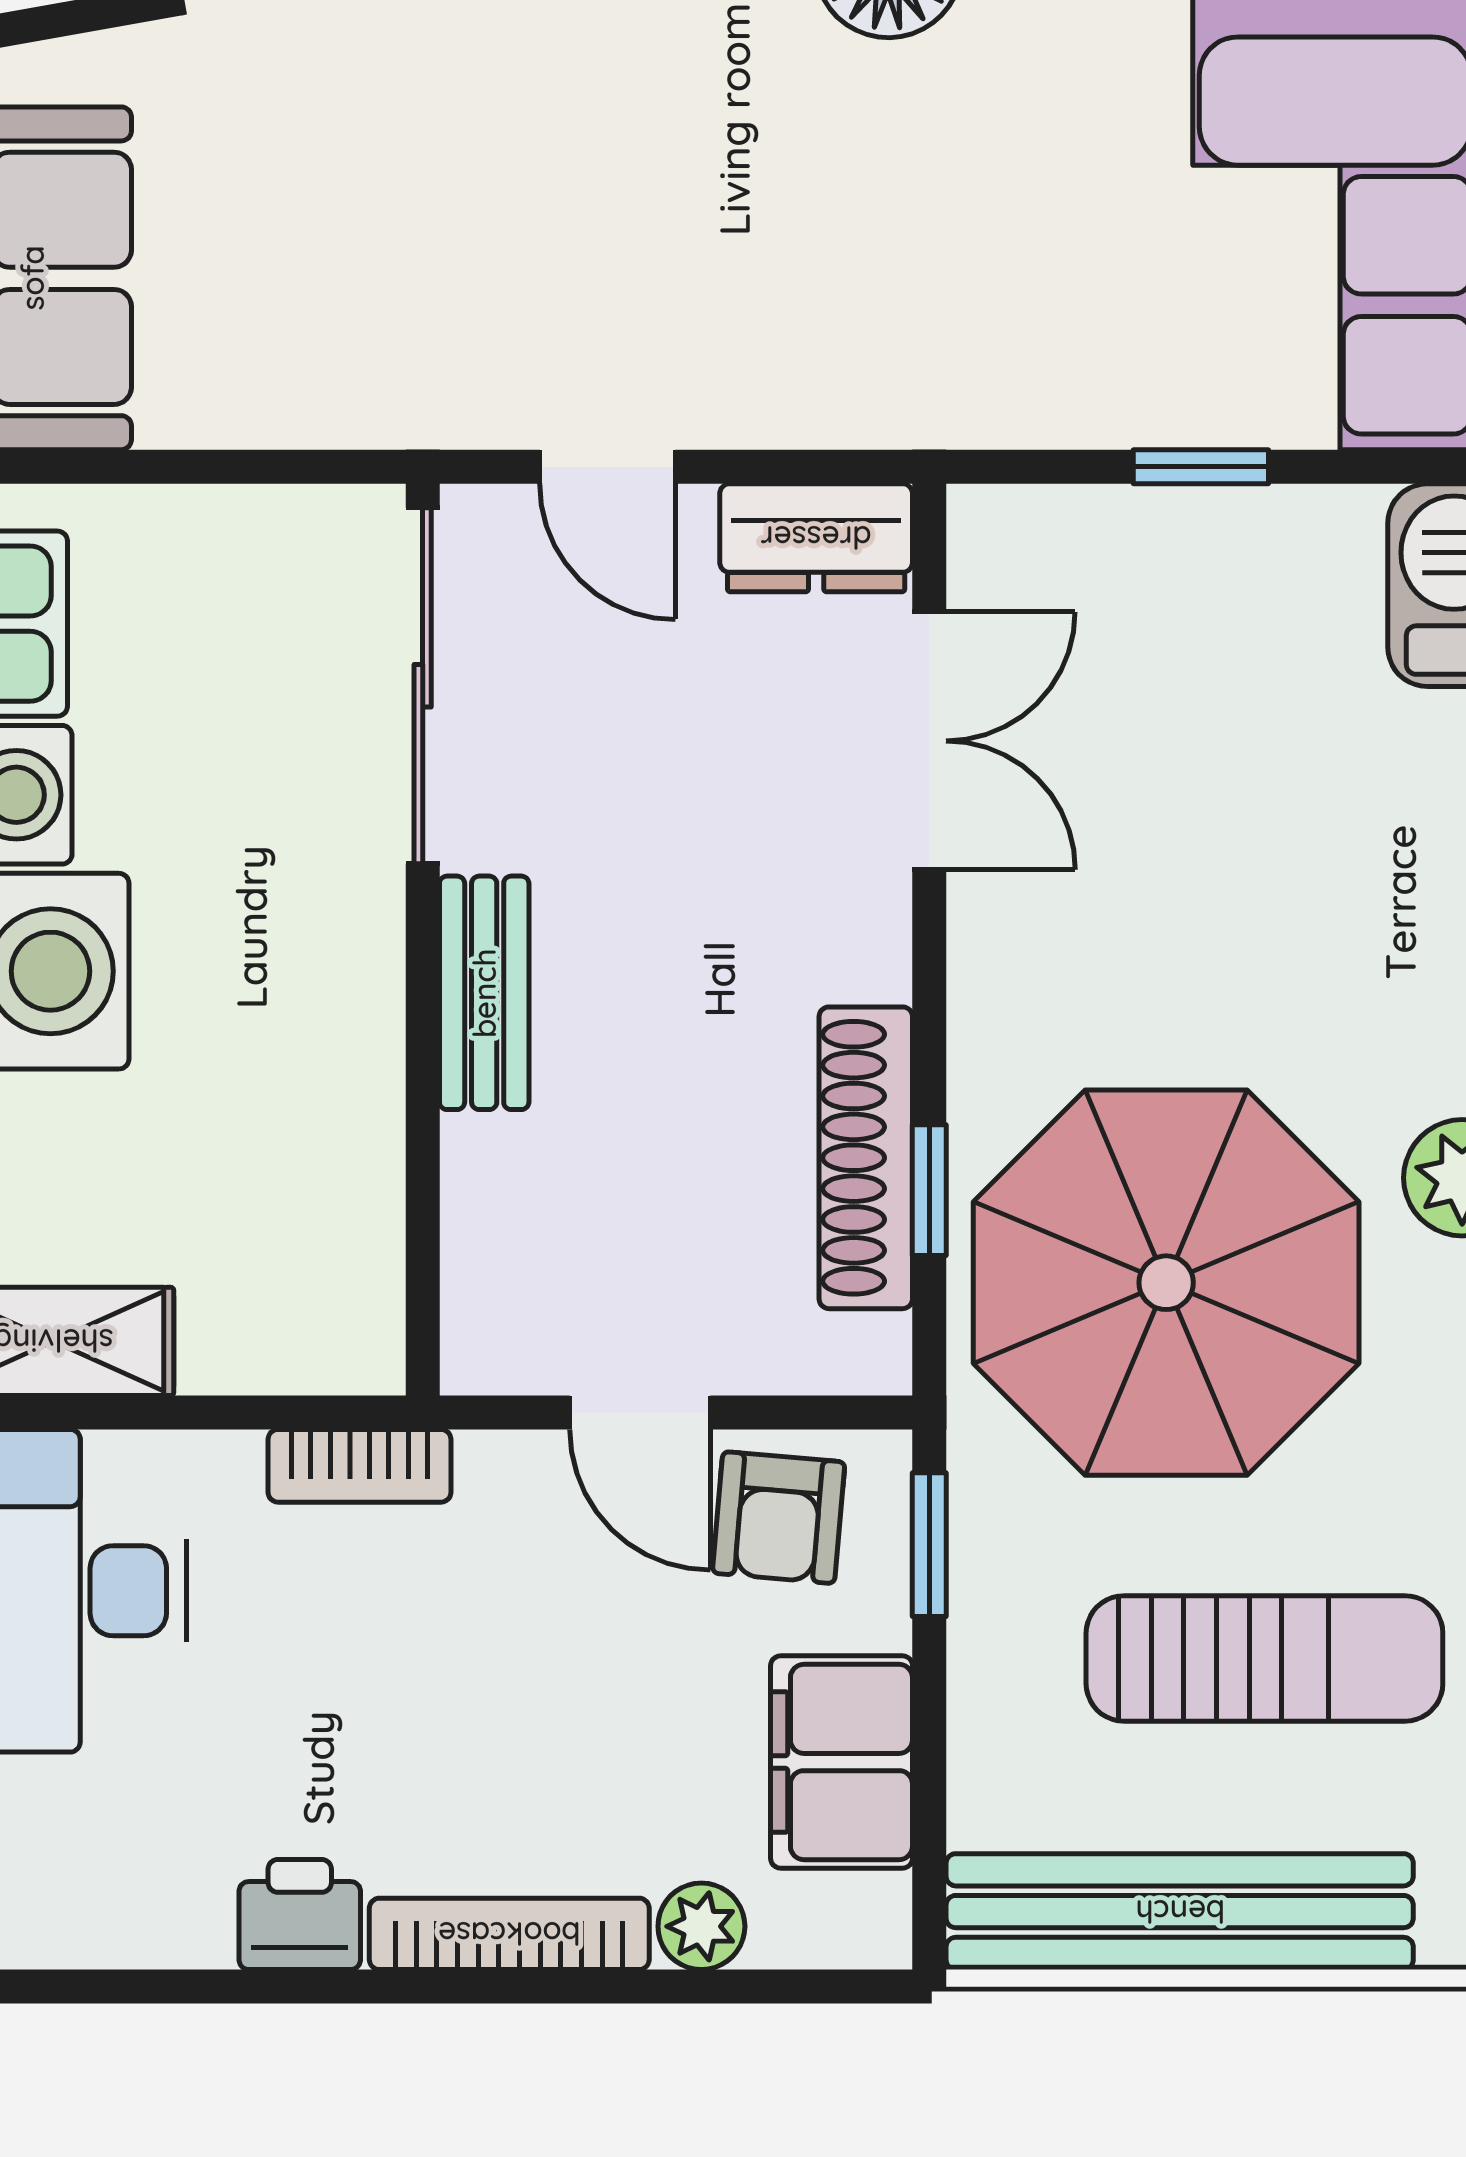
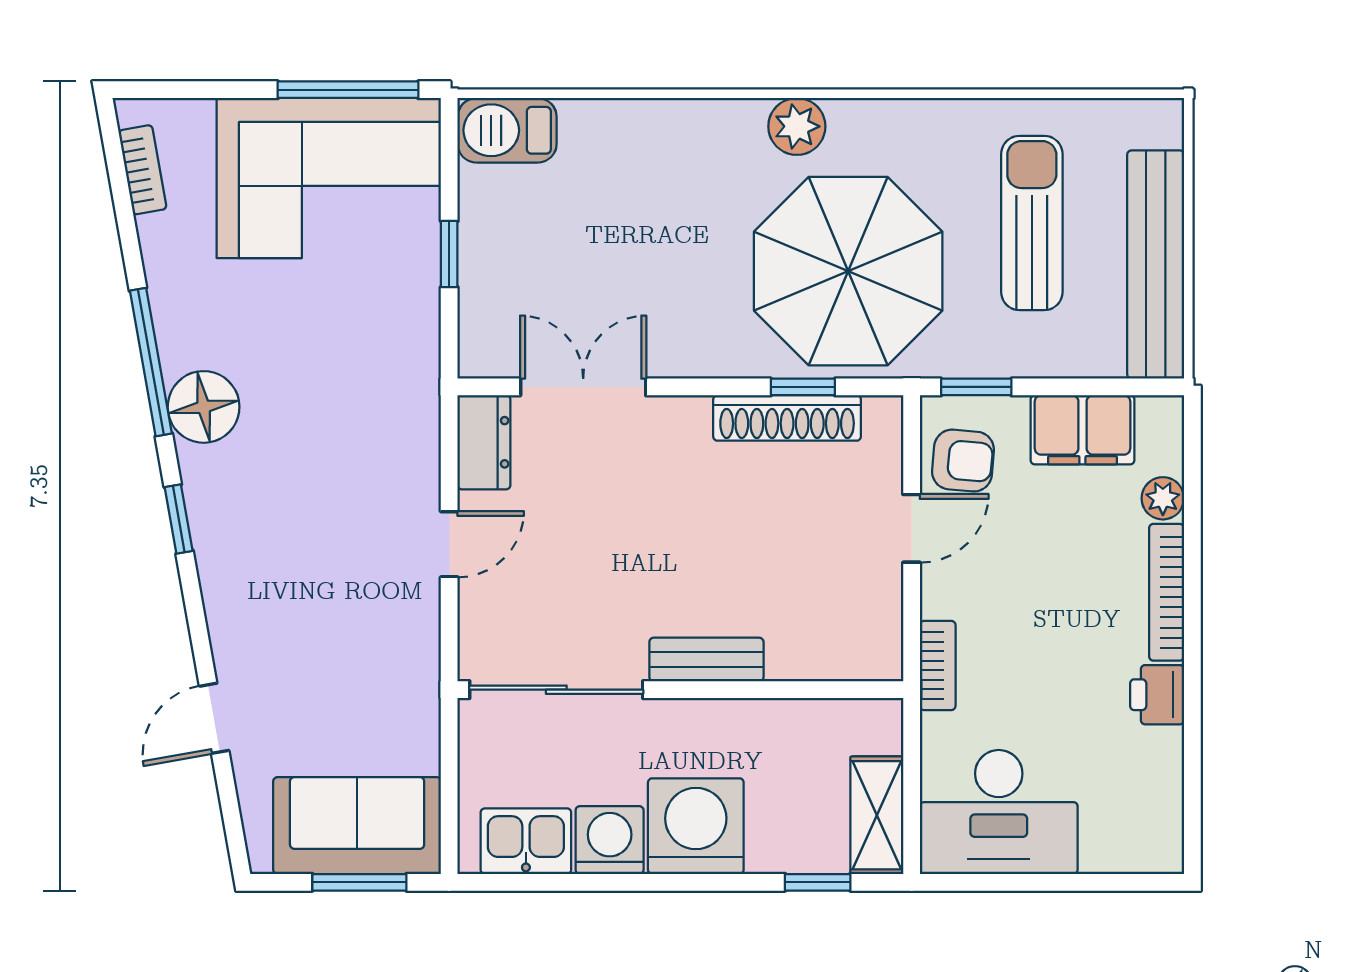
sliding door: (423, 686) -> (556, 690), moved
wall: (423, 940) -> (680, 690), moved
bench: (484, 993) -> (706, 660), moved

